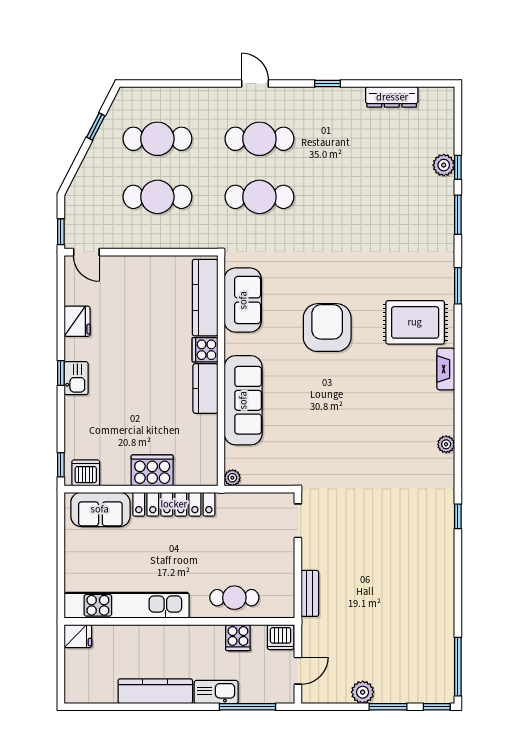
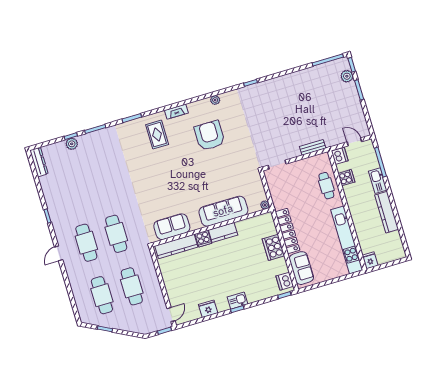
dresser: (392, 97) -> (39, 162), moved
rug: (415, 322) -> (157, 135), width x0.73, depth x0.70
armchair: (327, 328) -> (210, 136), moved, turned 90
plant: (363, 692) -> (347, 76), moved

